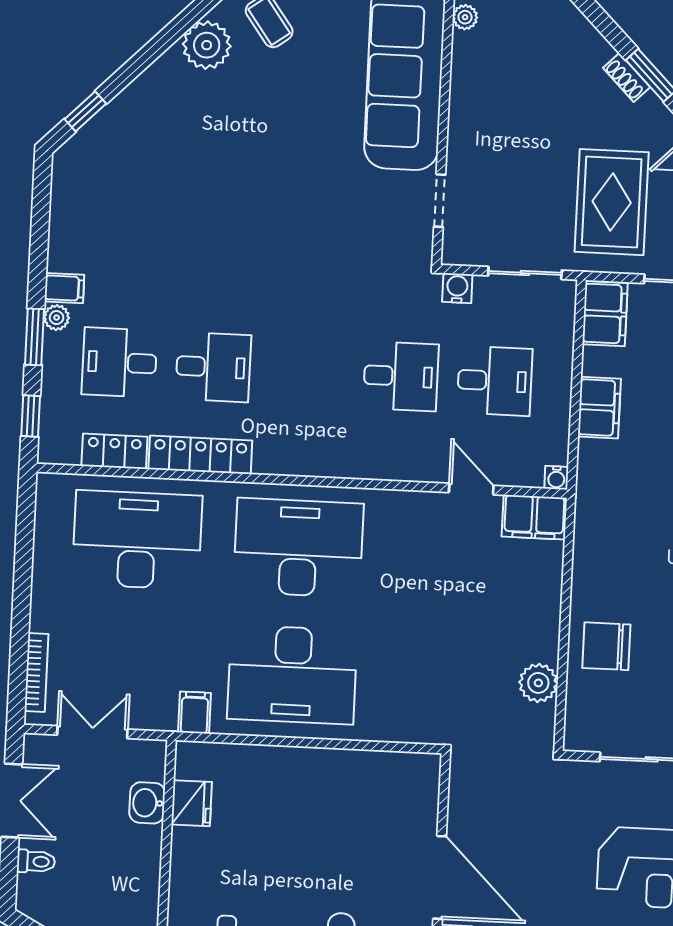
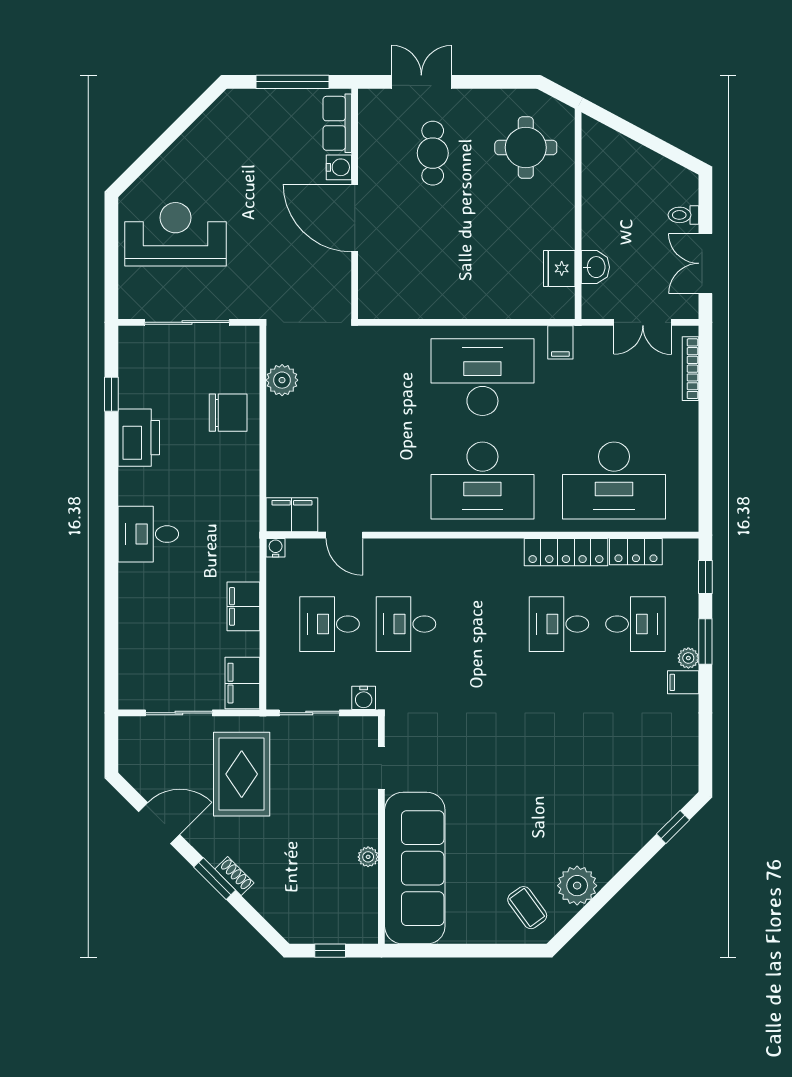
plant: (465, 17) -> (368, 857), moved

